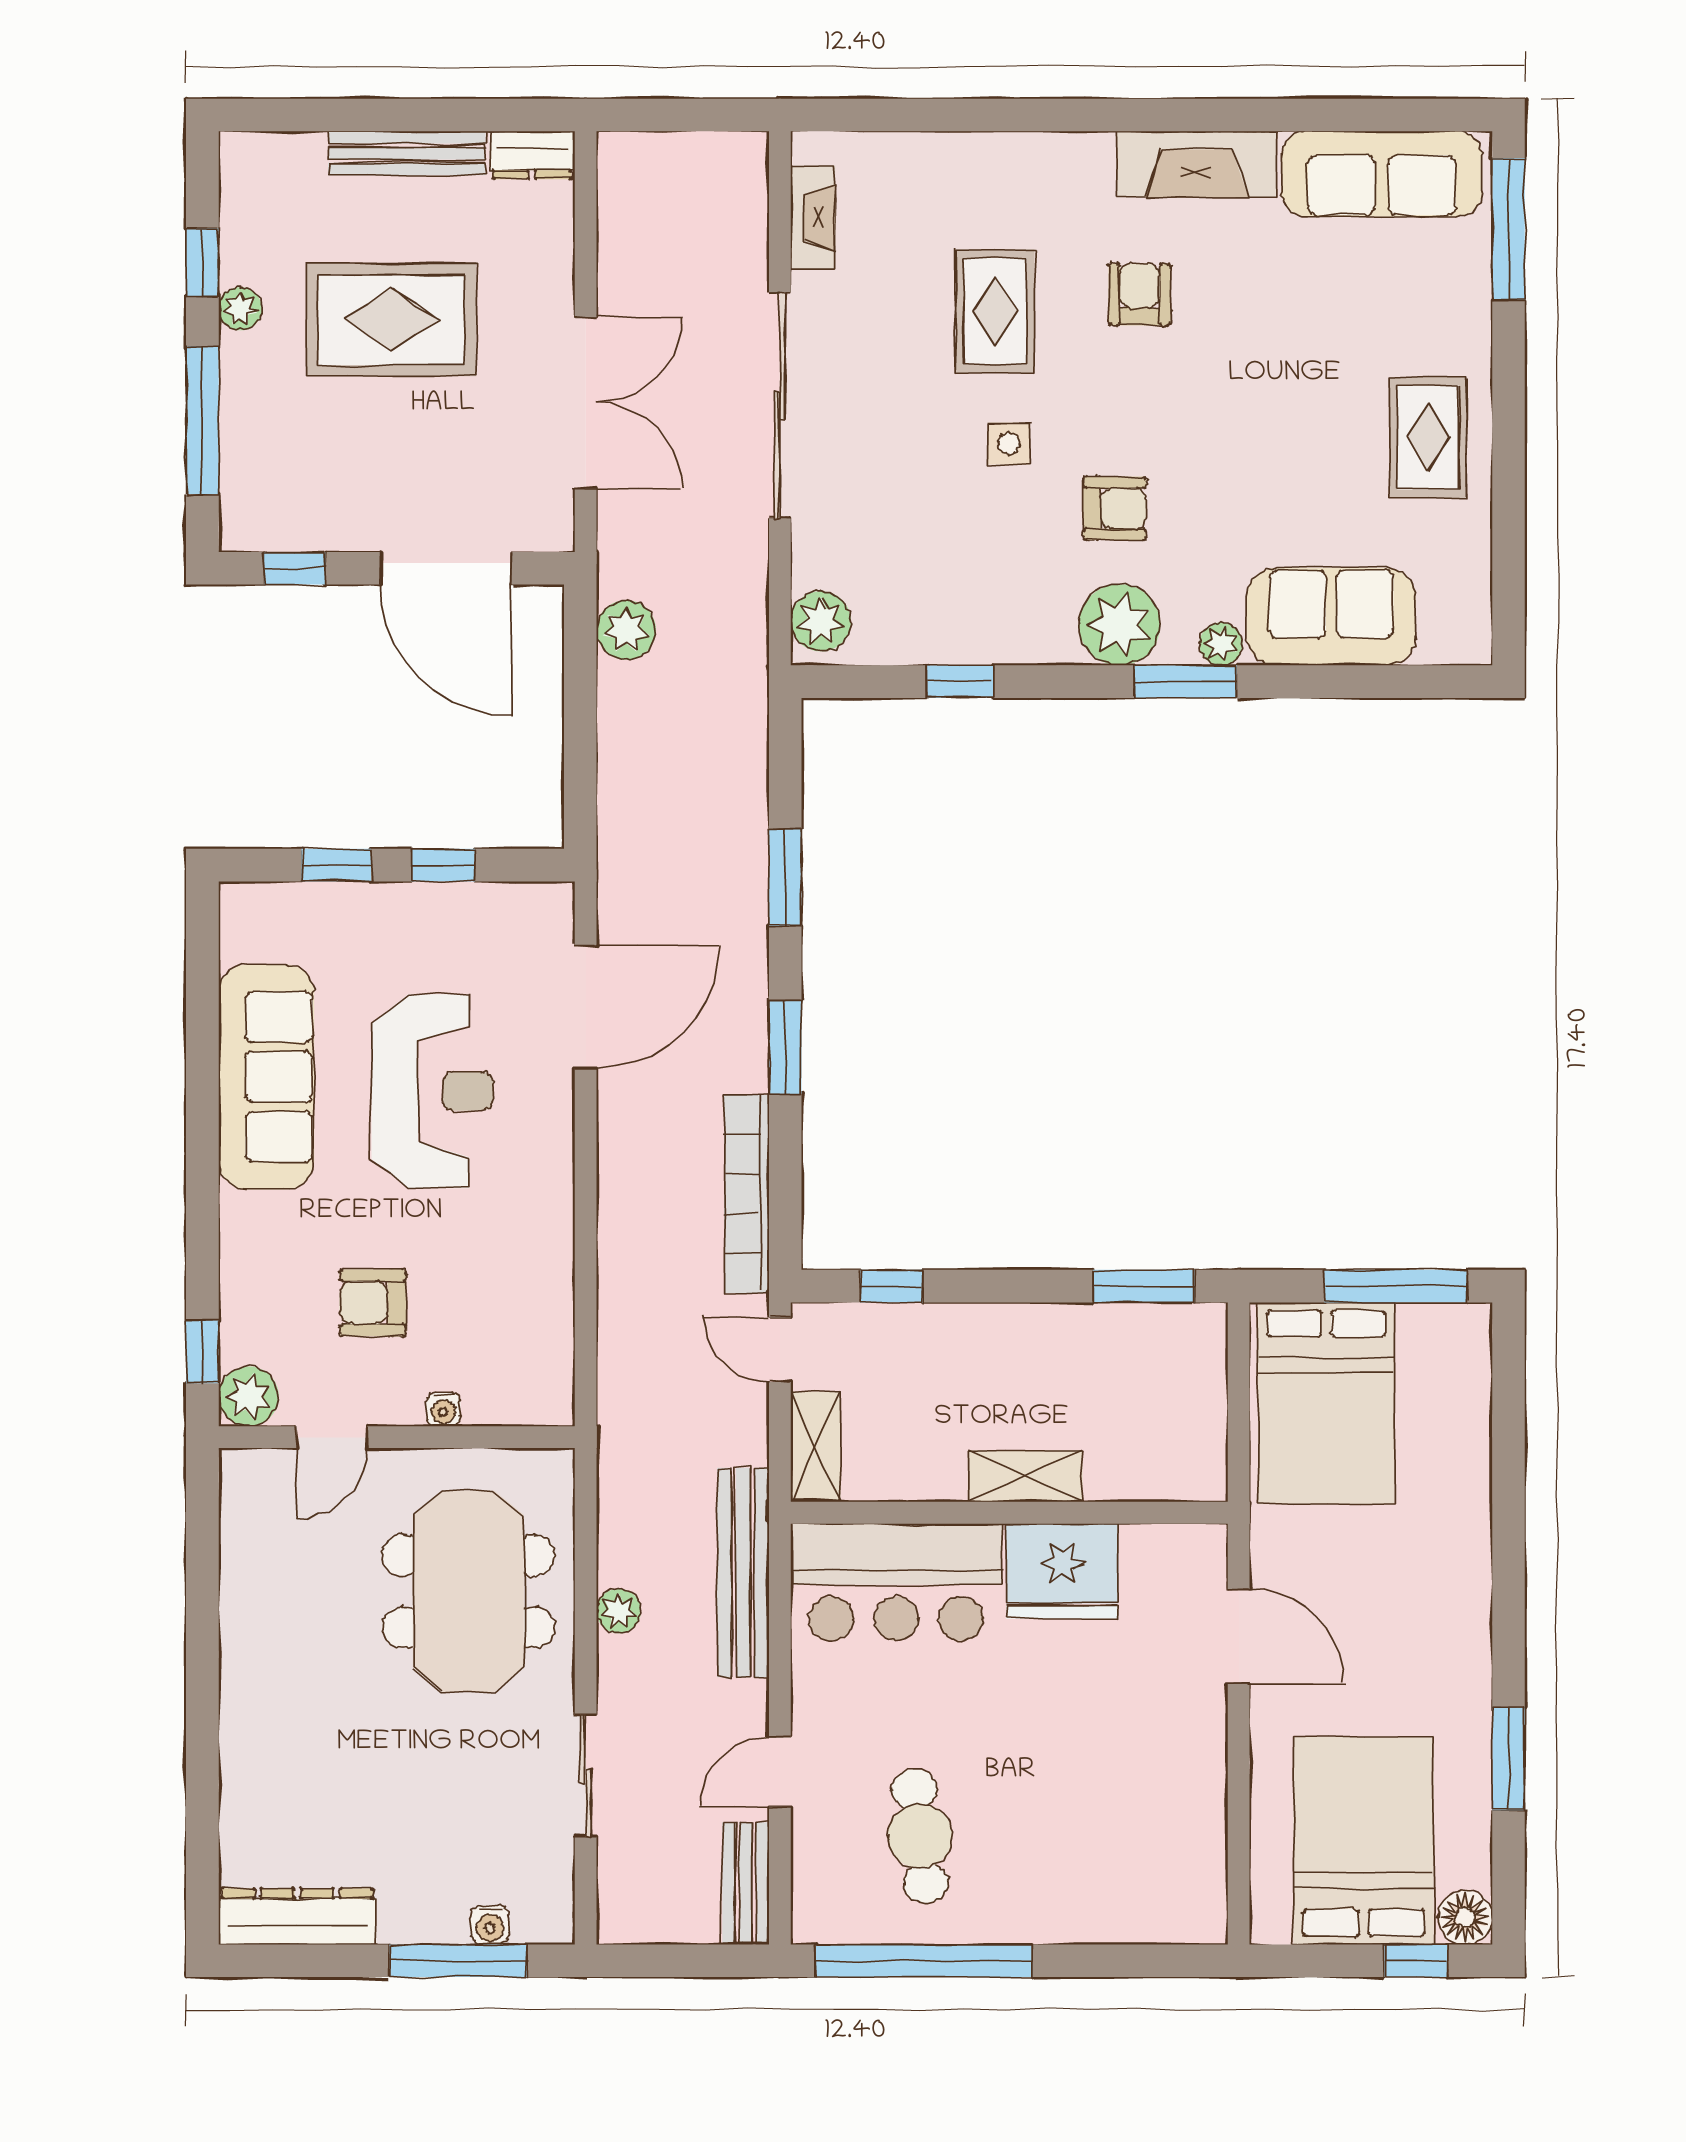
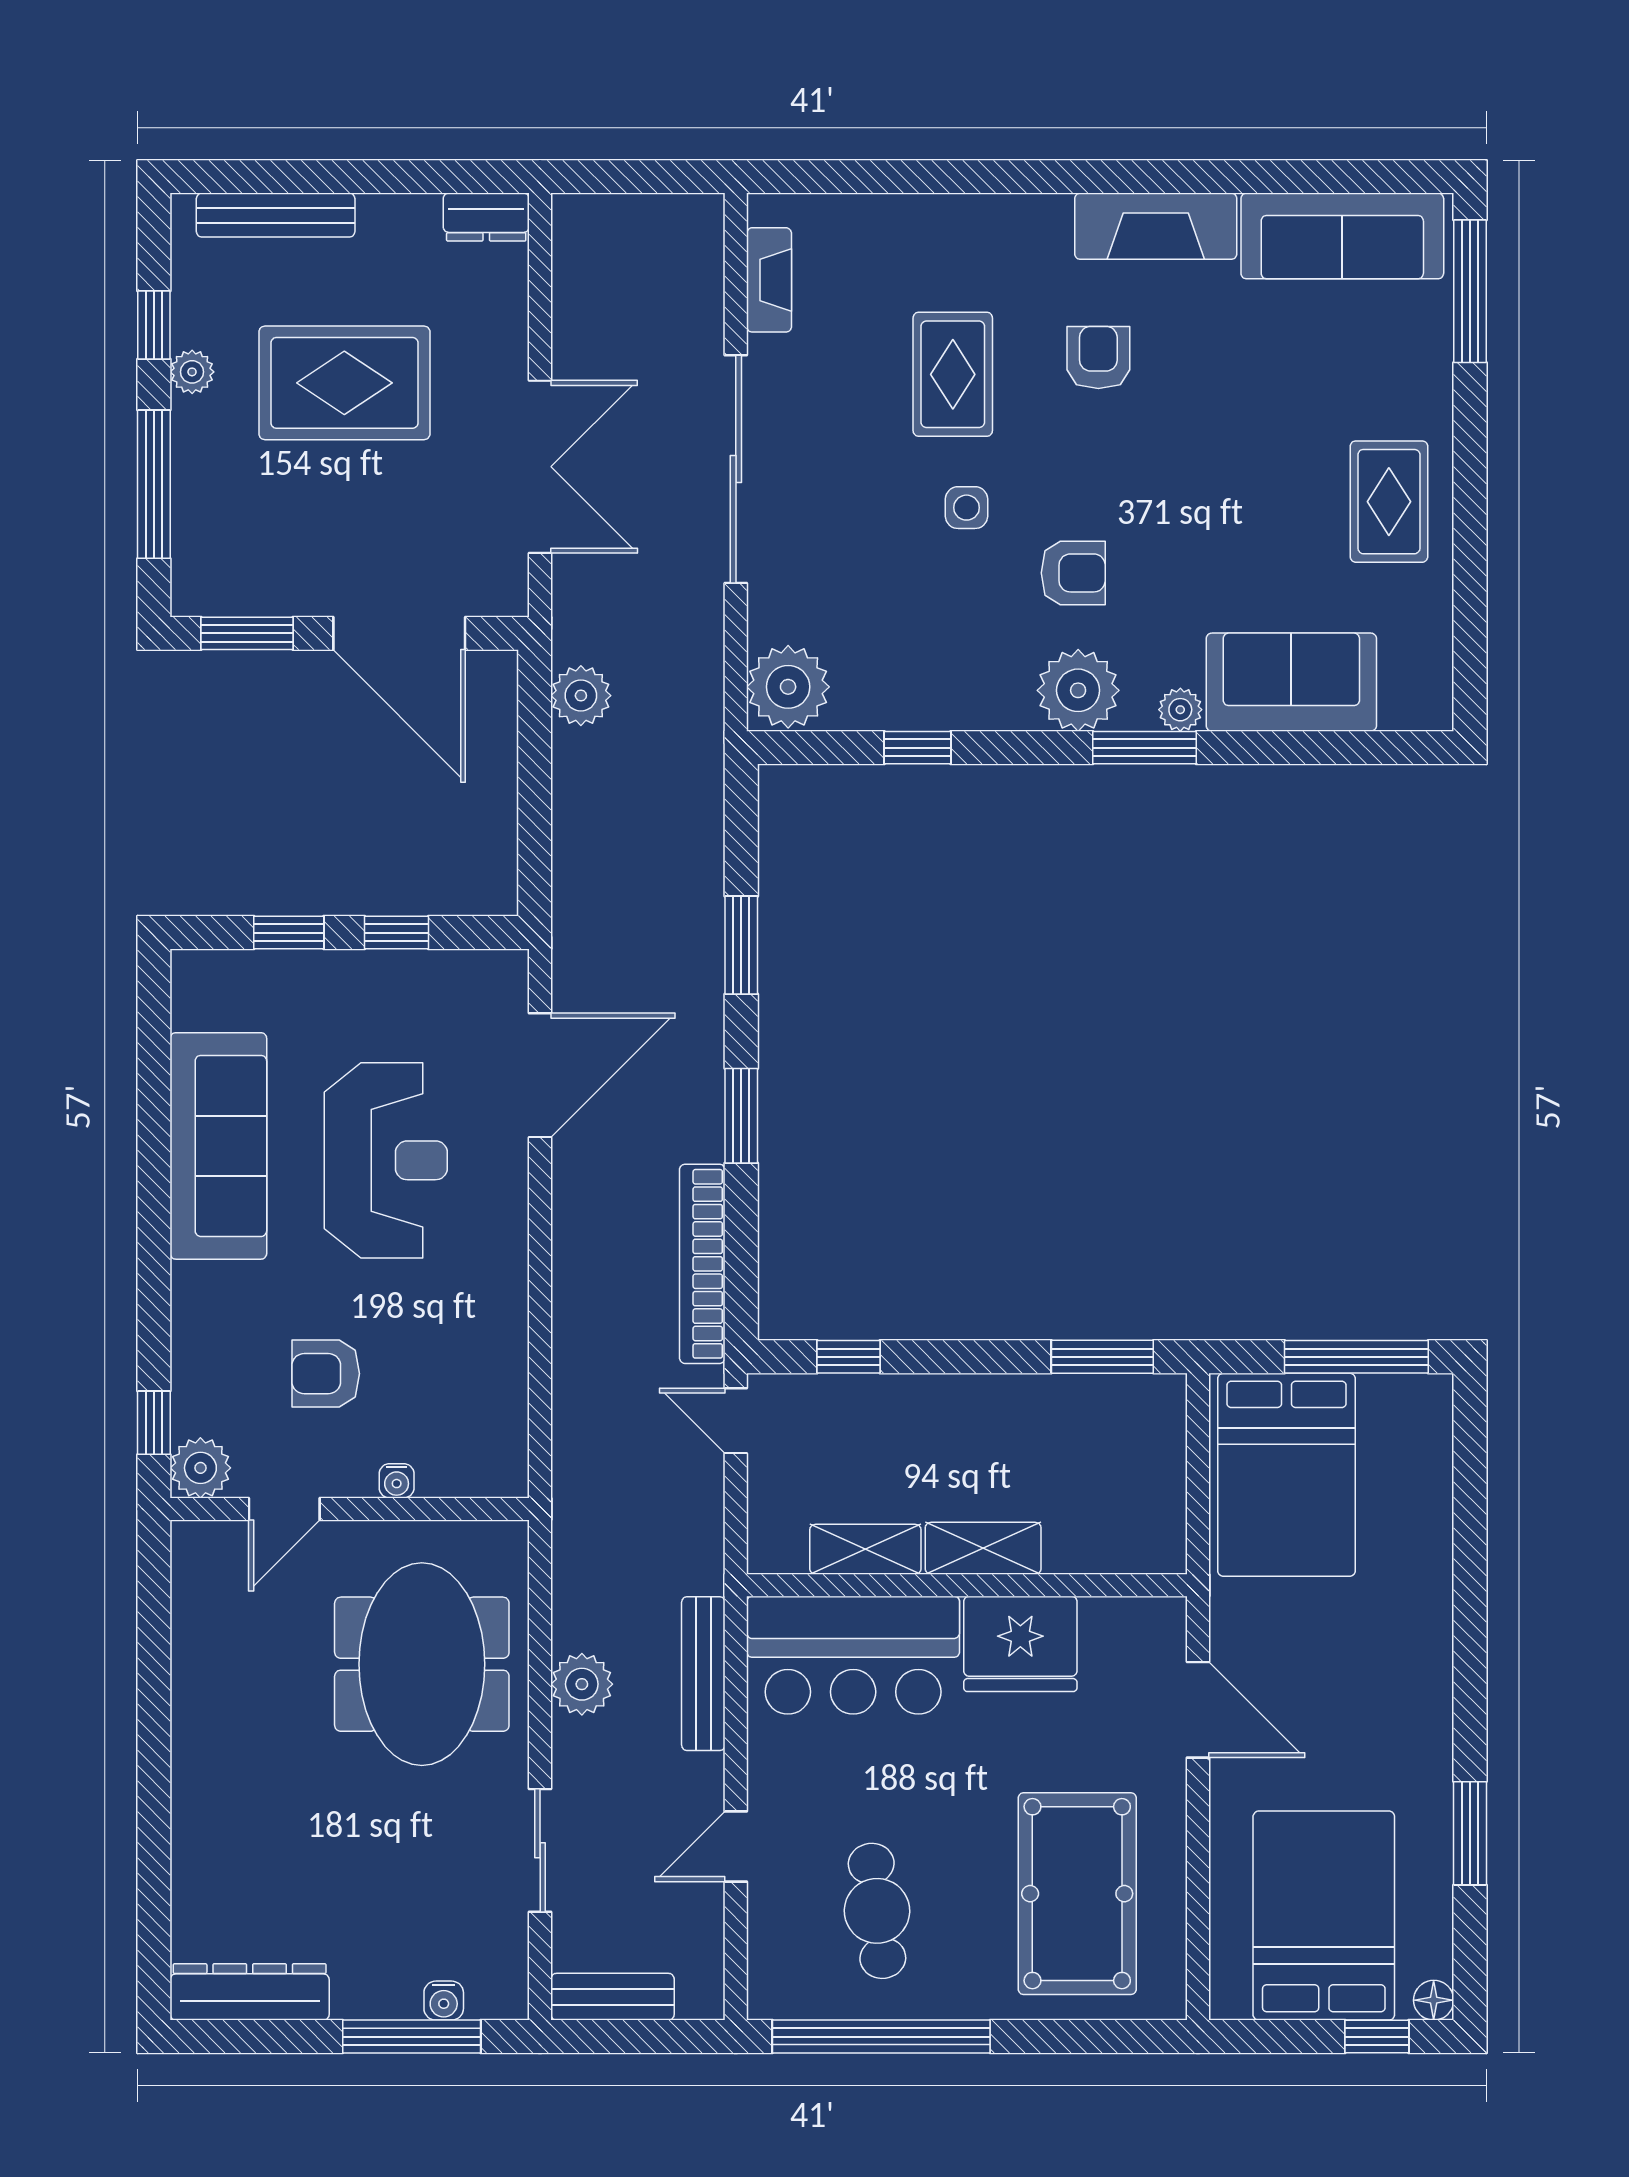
bench: (407, 153) -> (276, 215), moved
window: (295, 568) -> (247, 633), width x1.50
plant: (821, 621) -> (788, 687), width x1.36, depth x1.36
shelving: (815, 1447) -> (865, 1549), moved, turned 90
bench: (743, 1573) -> (703, 1674), width x0.73, depth x0.82
plant: (619, 1611) -> (582, 1684), width x1.38, depth x1.38
pool table: (1119, 1819) -> (1077, 1894), added
bench: (746, 1883) -> (612, 1997), moved, turned 90
floor lamp: (1465, 1917) -> (1434, 2000), width x0.73, depth x0.73

